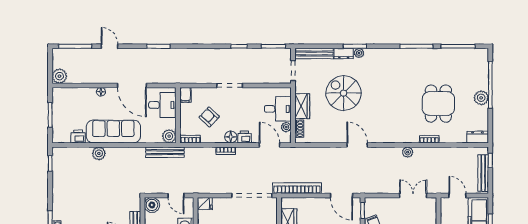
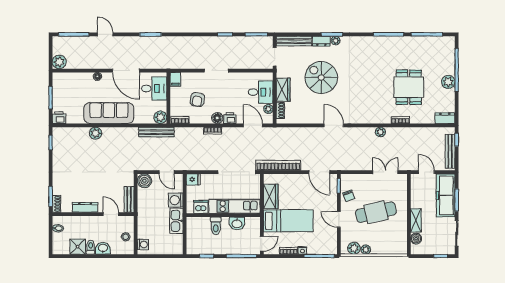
armchair: (209, 117) -> (197, 100), turned -124
printer: (78, 136) -> (59, 118), moved

